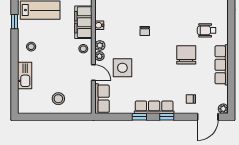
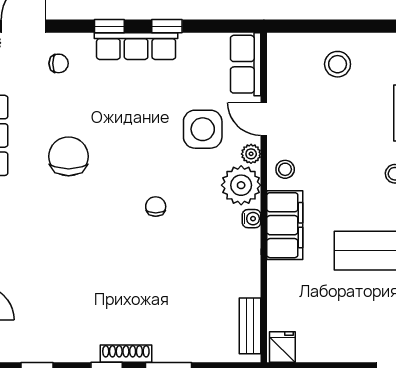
wheelchair: (207, 30) -> (26, 208), removed
plant: (100, 46) -> (241, 185), width x1.88, depth x1.88
chair: (186, 55) -> (69, 156), turned 180

